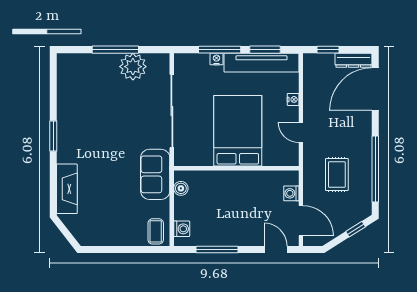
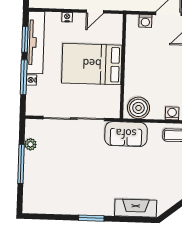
plant: (133, 67) -> (30, 144), width x0.53, depth x0.53
boiler: (181, 188) -> (138, 108), width x1.86, depth x1.86

